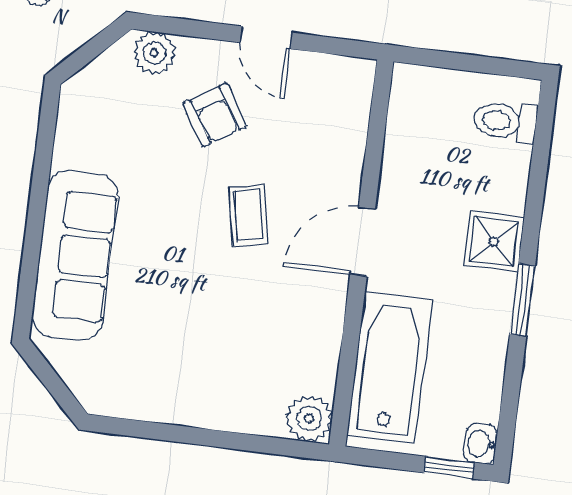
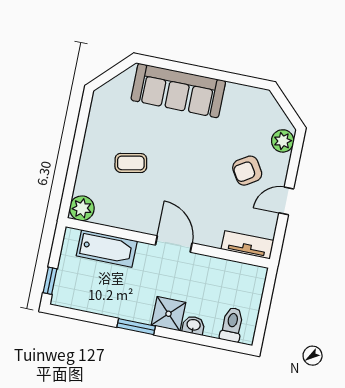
tv unit: (354, 104) -> (247, 245), added
coffee table: (248, 215) -> (131, 163), moved
bathtub: (390, 367) -> (107, 248), width x0.73, depth x0.73
washbasin: (481, 444) -> (194, 325), moved

